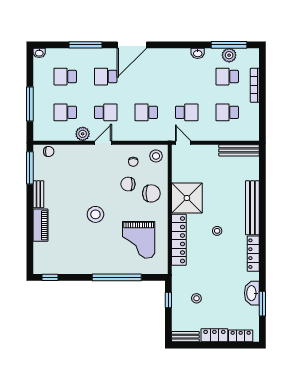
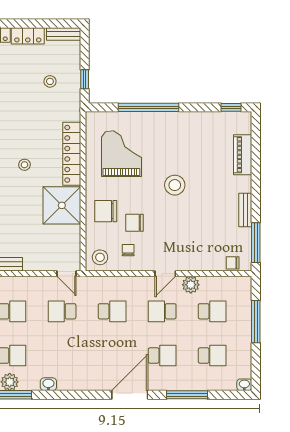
chair: (128, 184) -> (135, 223), turned 180
piano: (40, 225) -> (243, 155), moved

